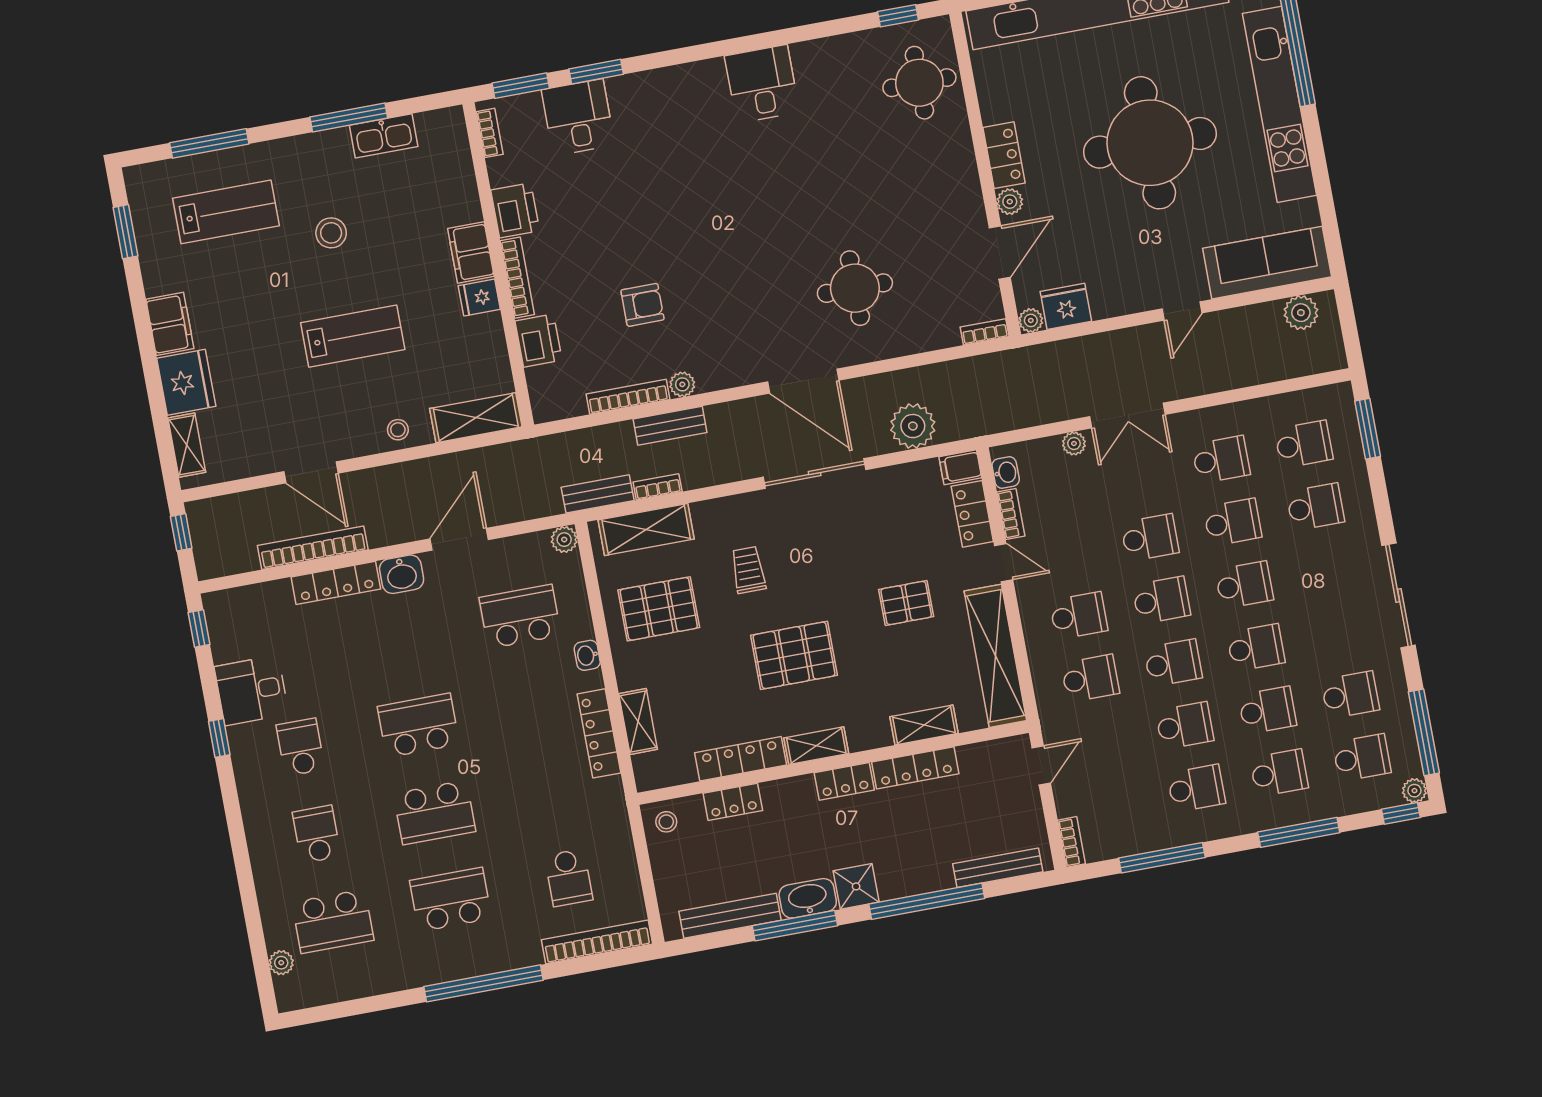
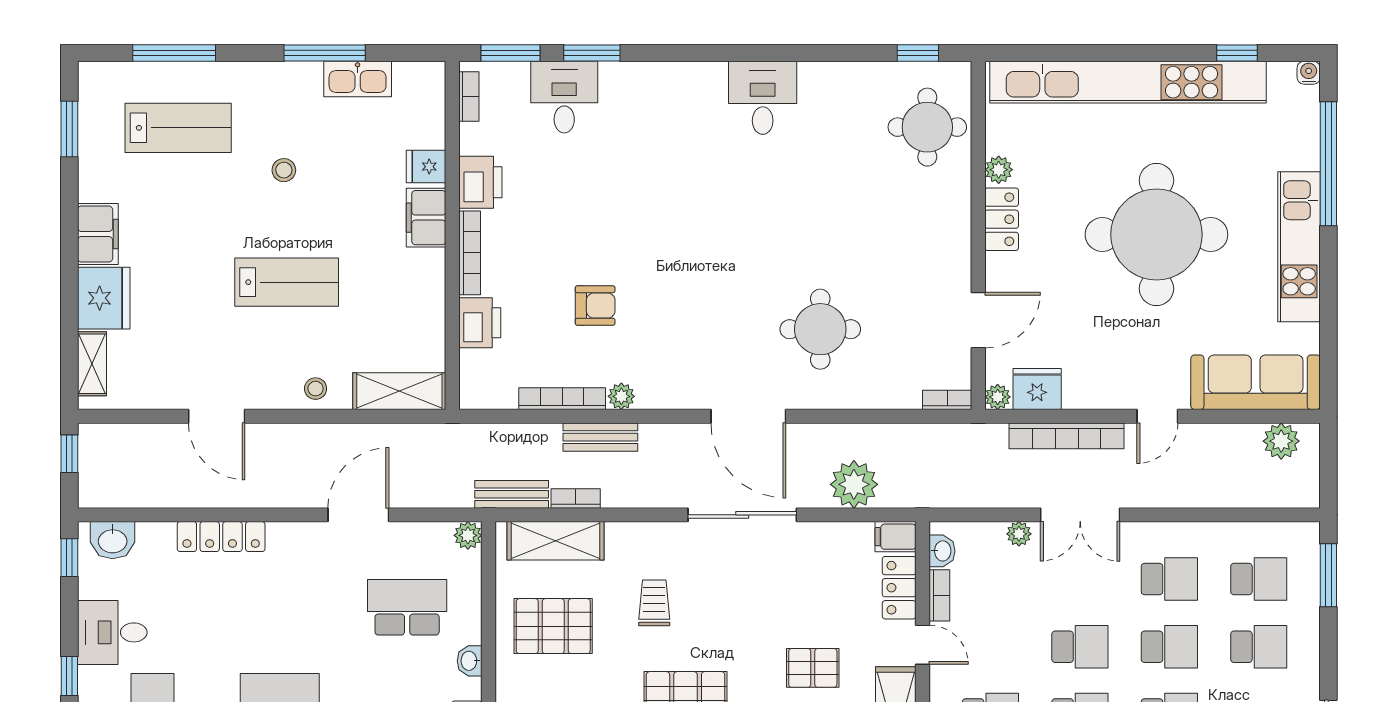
kitchen unit: (1279, 104) -> (1299, 247), width x0.73
plant: (1010, 202) -> (999, 170), moved
stool: (331, 233) -> (284, 170), width x0.73, depth x0.73
fridge: (479, 298) -> (426, 167), moved
bookcase: (313, 548) -> (1067, 436), moved, turned 180
washbasin: (402, 574) -> (113, 540), moved

